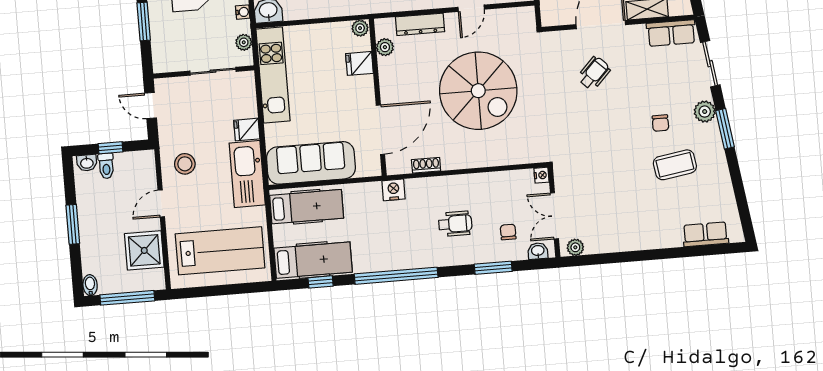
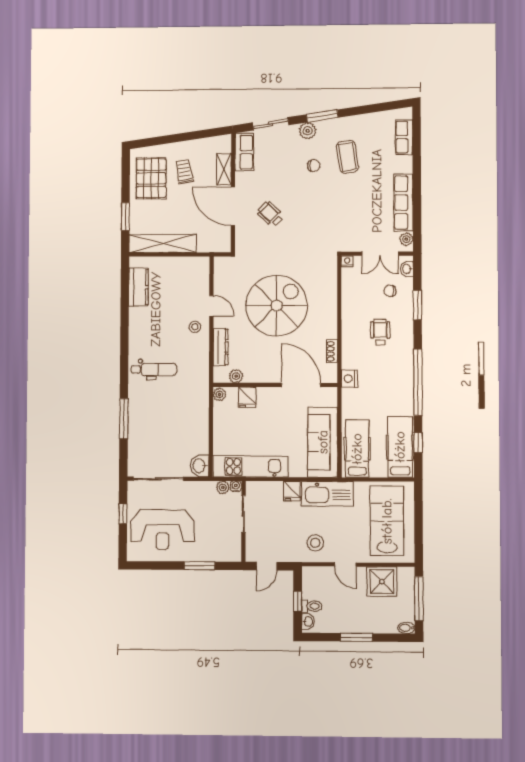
water cooler: (243, 12) -> (236, 486), moved
row of seats: (622, 240) -> (403, 203), added

